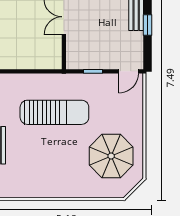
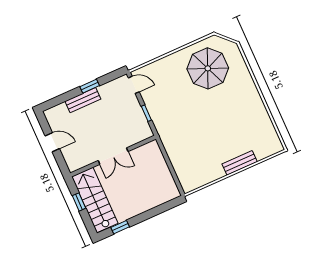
sun lounger: (54, 112) -> (193, 129), removed

